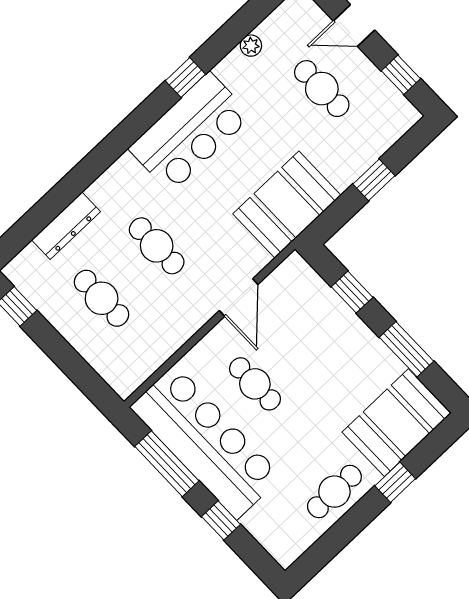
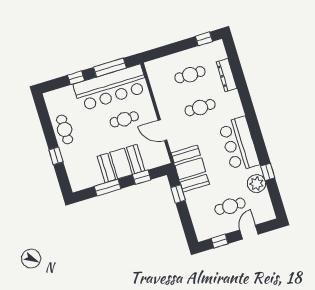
plant: (251, 46) -> (257, 184), width x1.88, depth x1.88
window: (185, 78) -> (268, 172), moved
window: (374, 180) -> (178, 194), moved
booth: (396, 423) -> (121, 163), moved, turned 90

